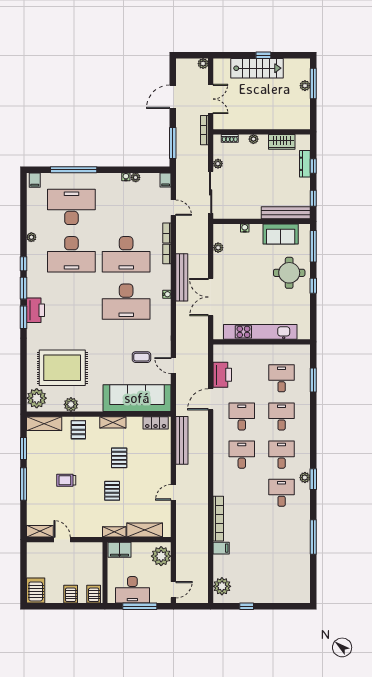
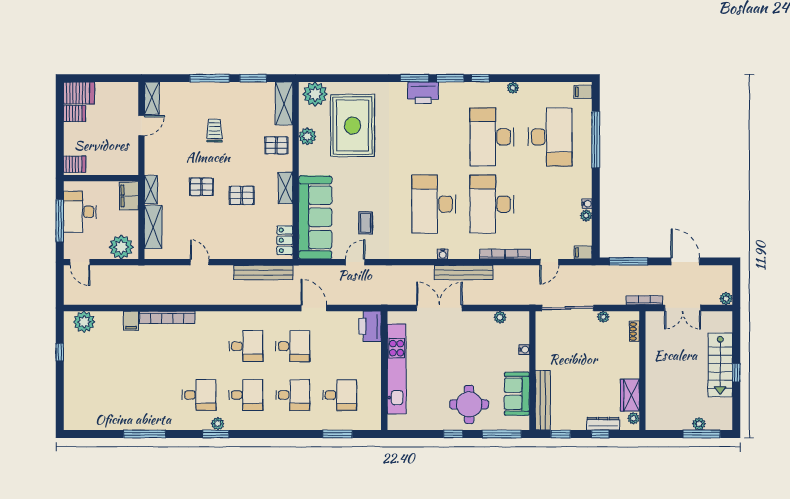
plant: (253, 139) -> (633, 418), moved
printer: (222, 375) -> (370, 326), moved, turned 90
server rack: (71, 594) -> (75, 114), moved

